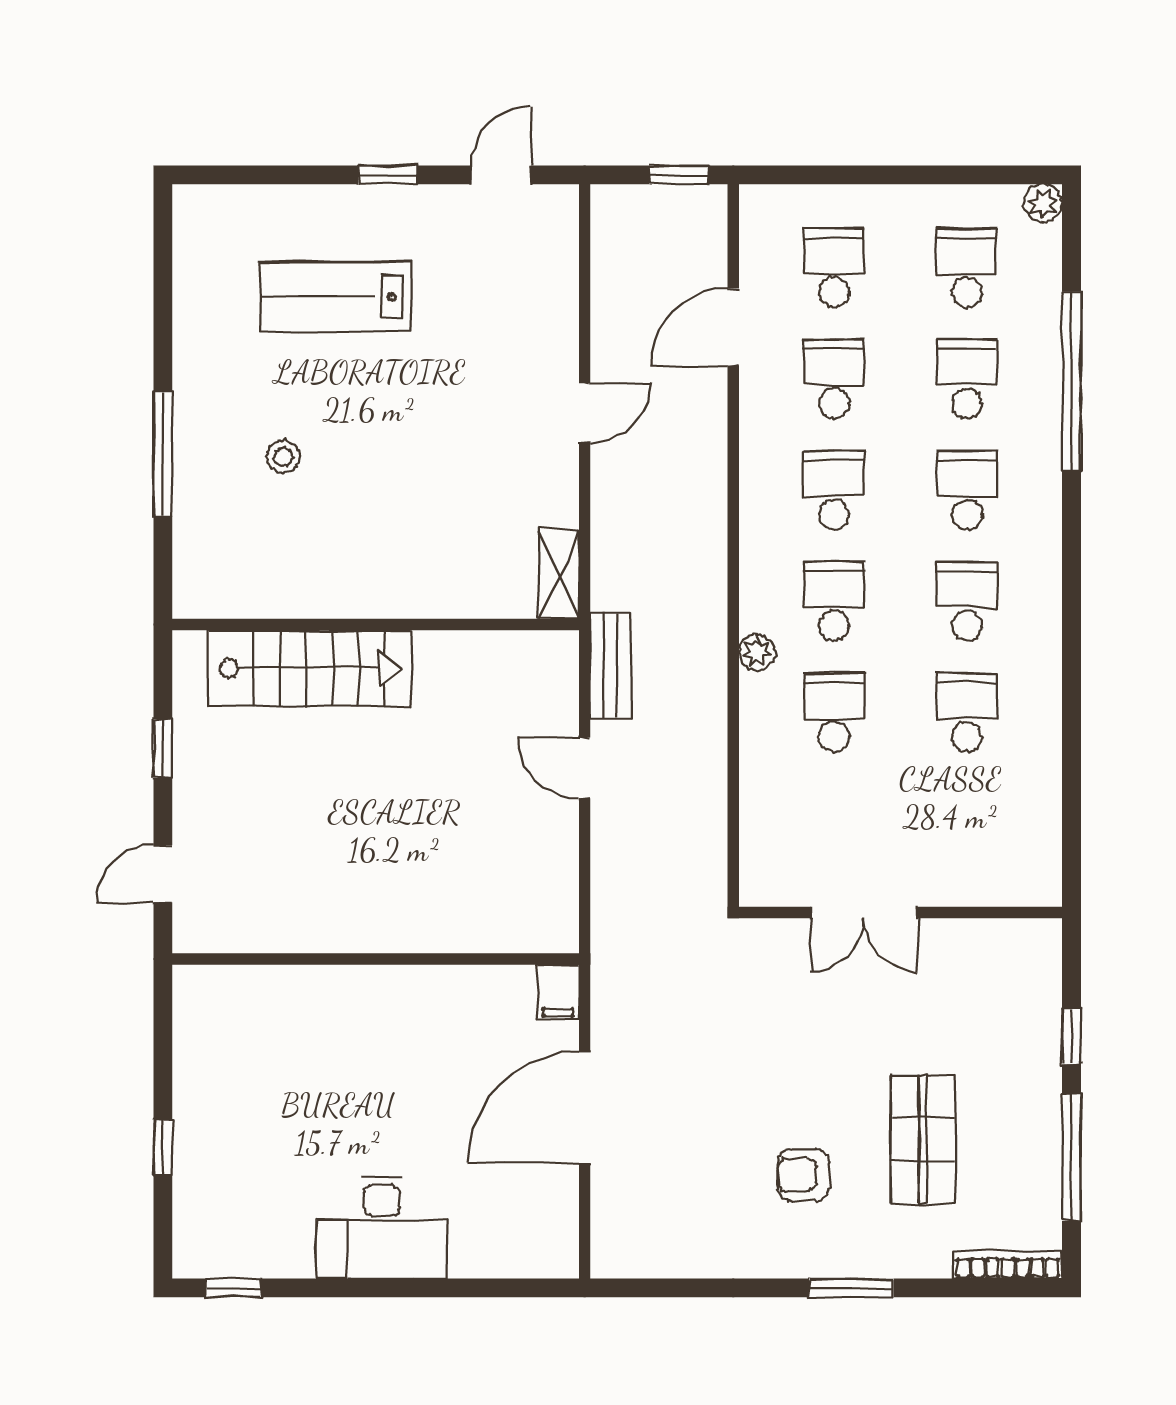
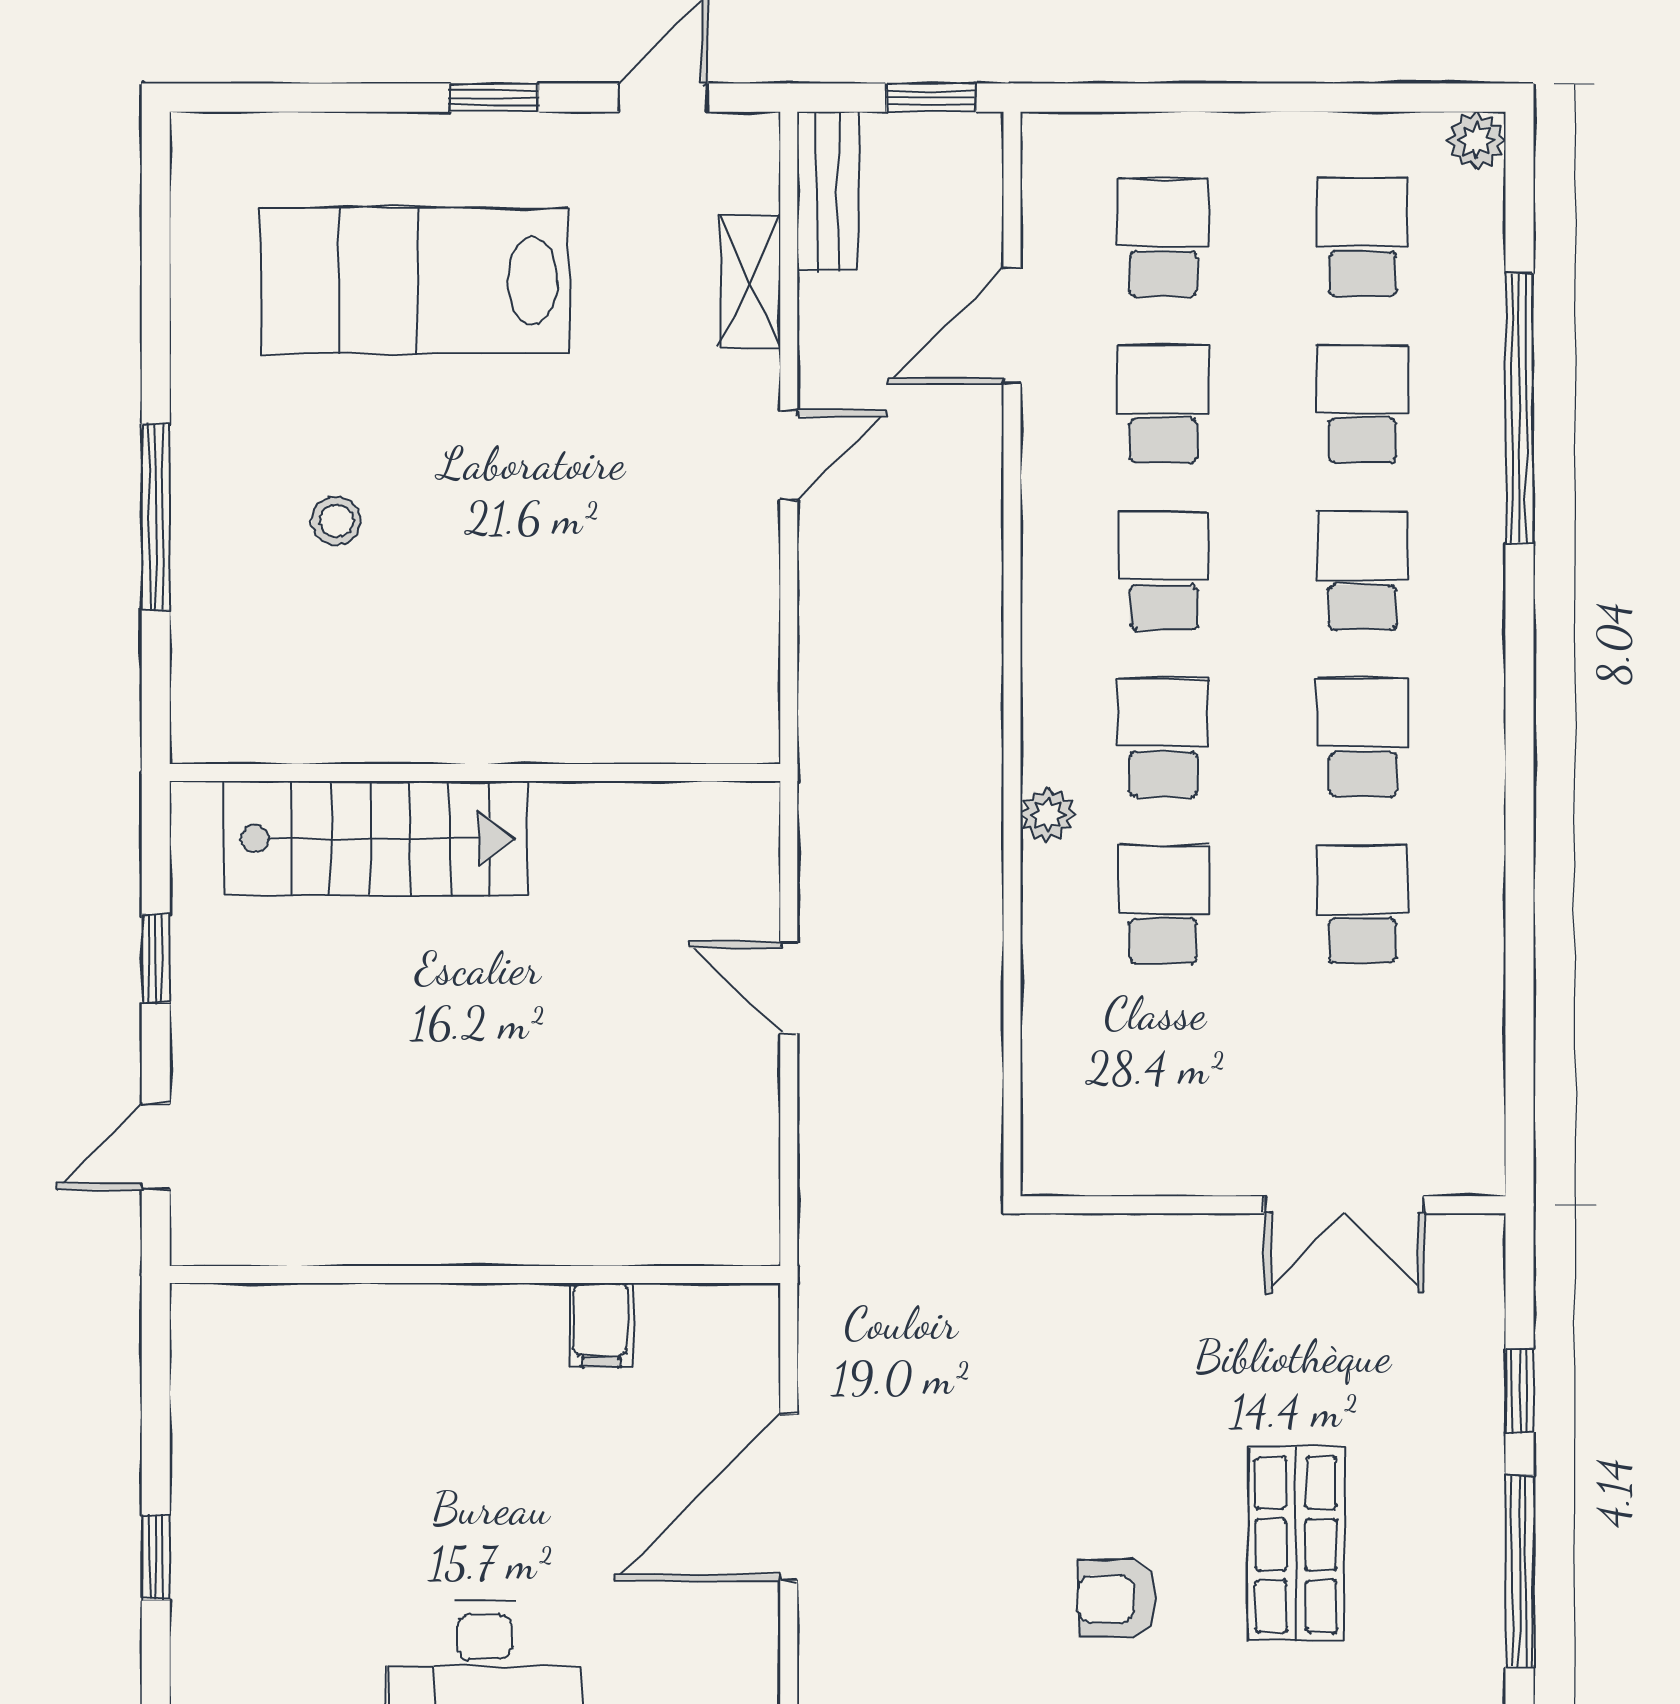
lab bench: (336, 297) -> (415, 281), width x1.36, depth x1.39
shelving: (559, 574) -> (750, 282), moved
bench: (610, 665) -> (828, 191), moved
double door: (864, 913) -> (1344, 1205), moved
filing cabinet: (558, 993) -> (601, 1325), moved

